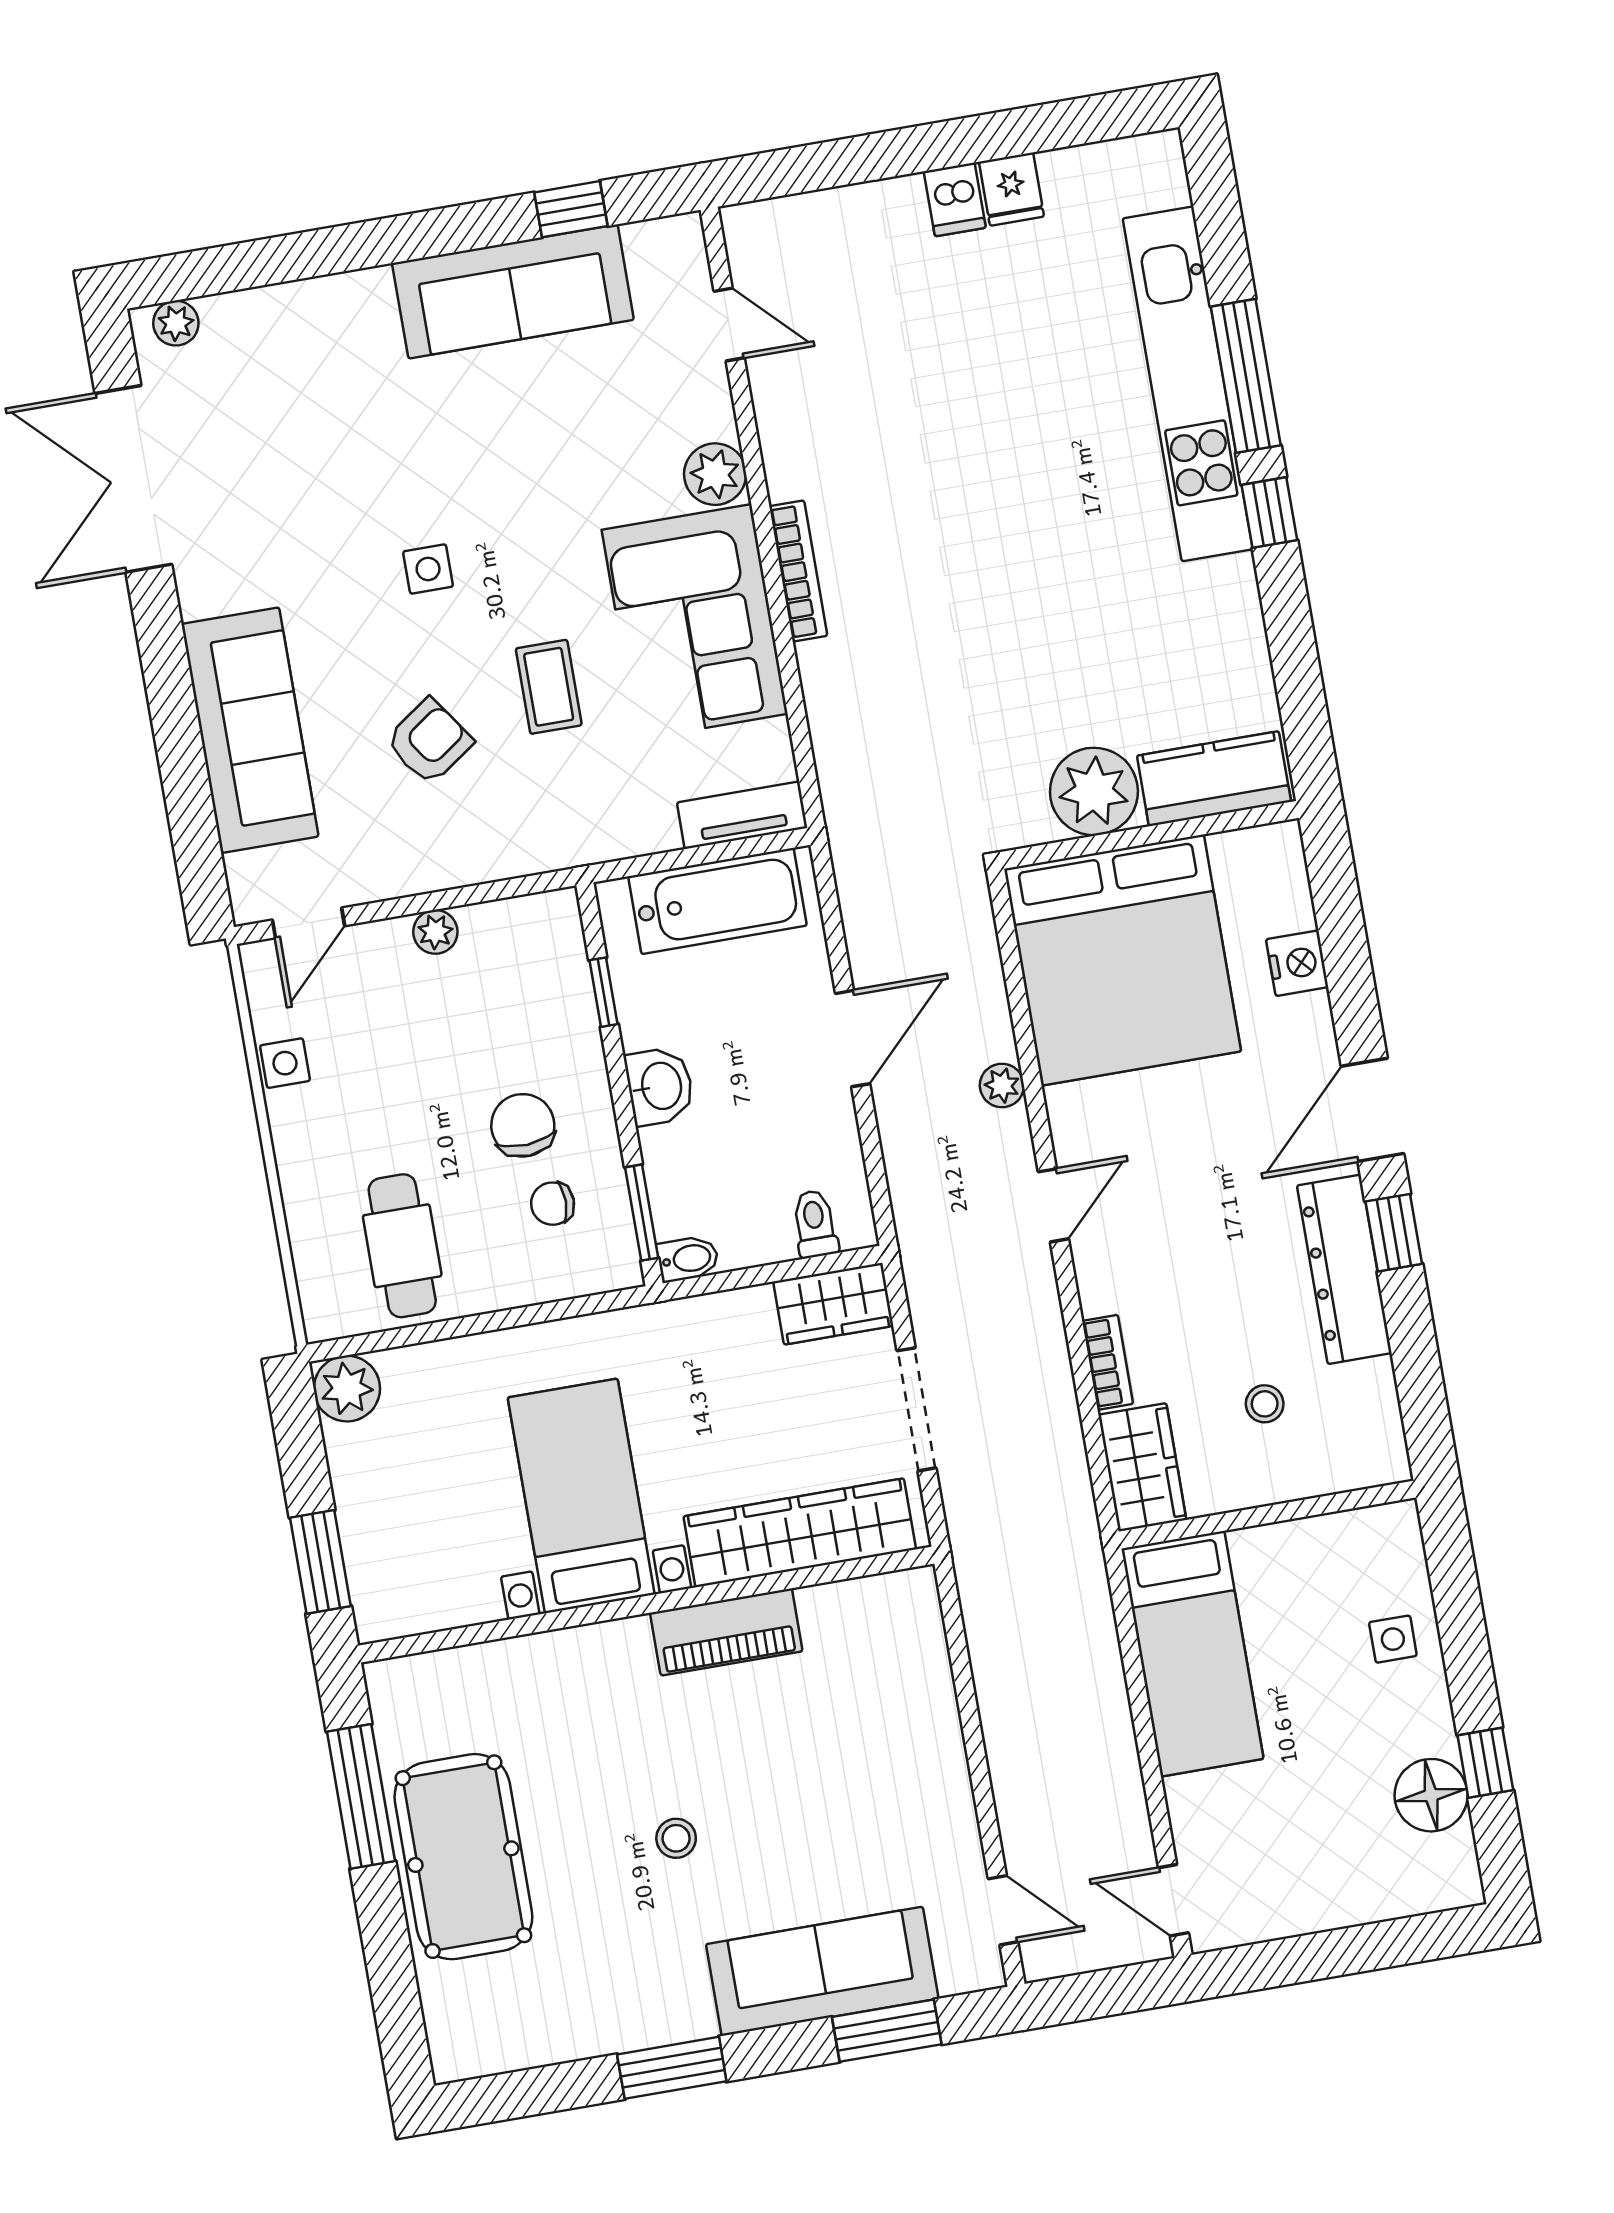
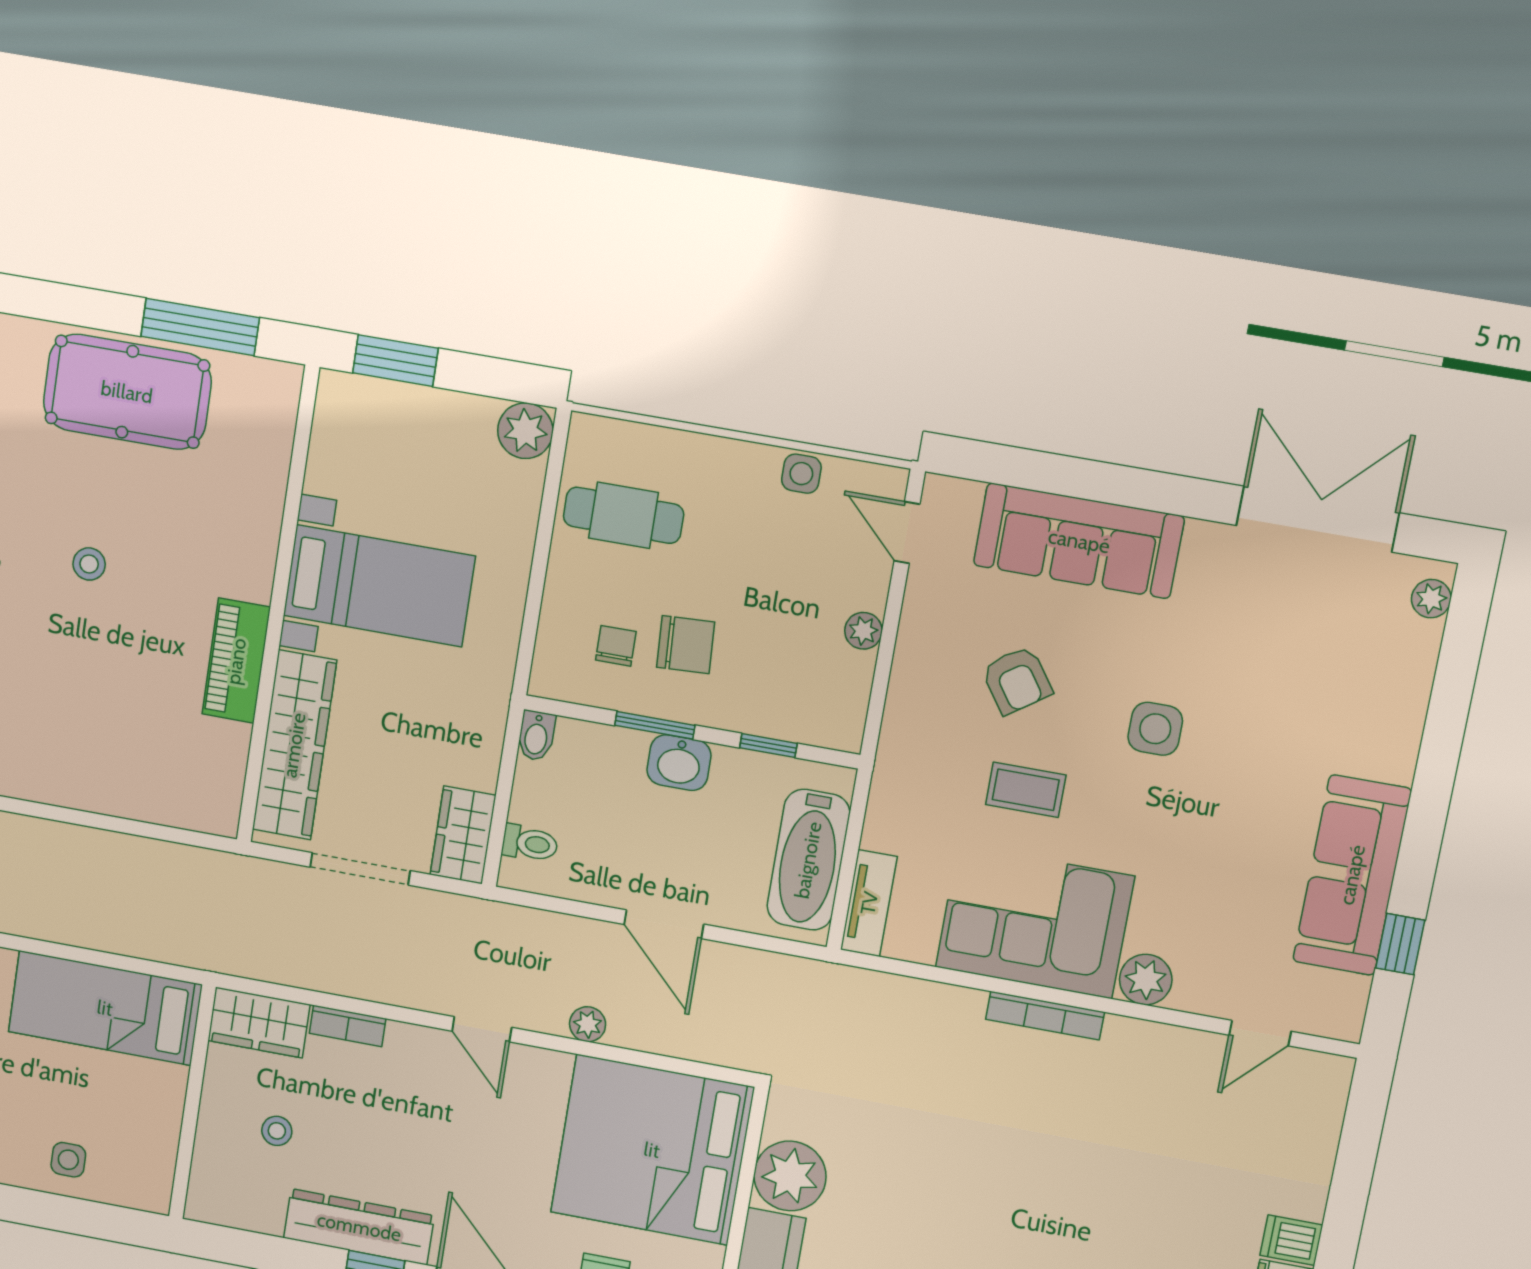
side table: (428, 569) -> (1155, 729), width x1.37, depth x1.37
window: (642, 1213) -> (655, 725), moved

